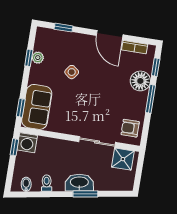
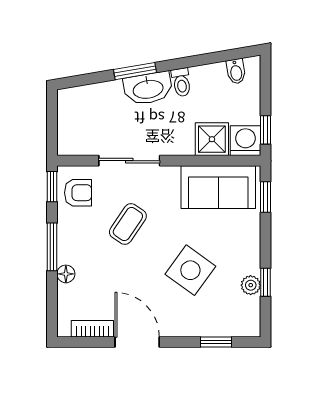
window: (156, 67) -> (52, 187), moved
side table: (72, 72) -> (190, 270), width x1.87, depth x1.87
floor lamp: (140, 81) -> (66, 274), width x0.53, depth x0.53
coffee table: (104, 105) -> (128, 224), added
sofa: (37, 107) -> (218, 187), moved, turned -90
shower: (123, 159) -> (212, 139), moved
toilet: (47, 183) -> (181, 82), moved

